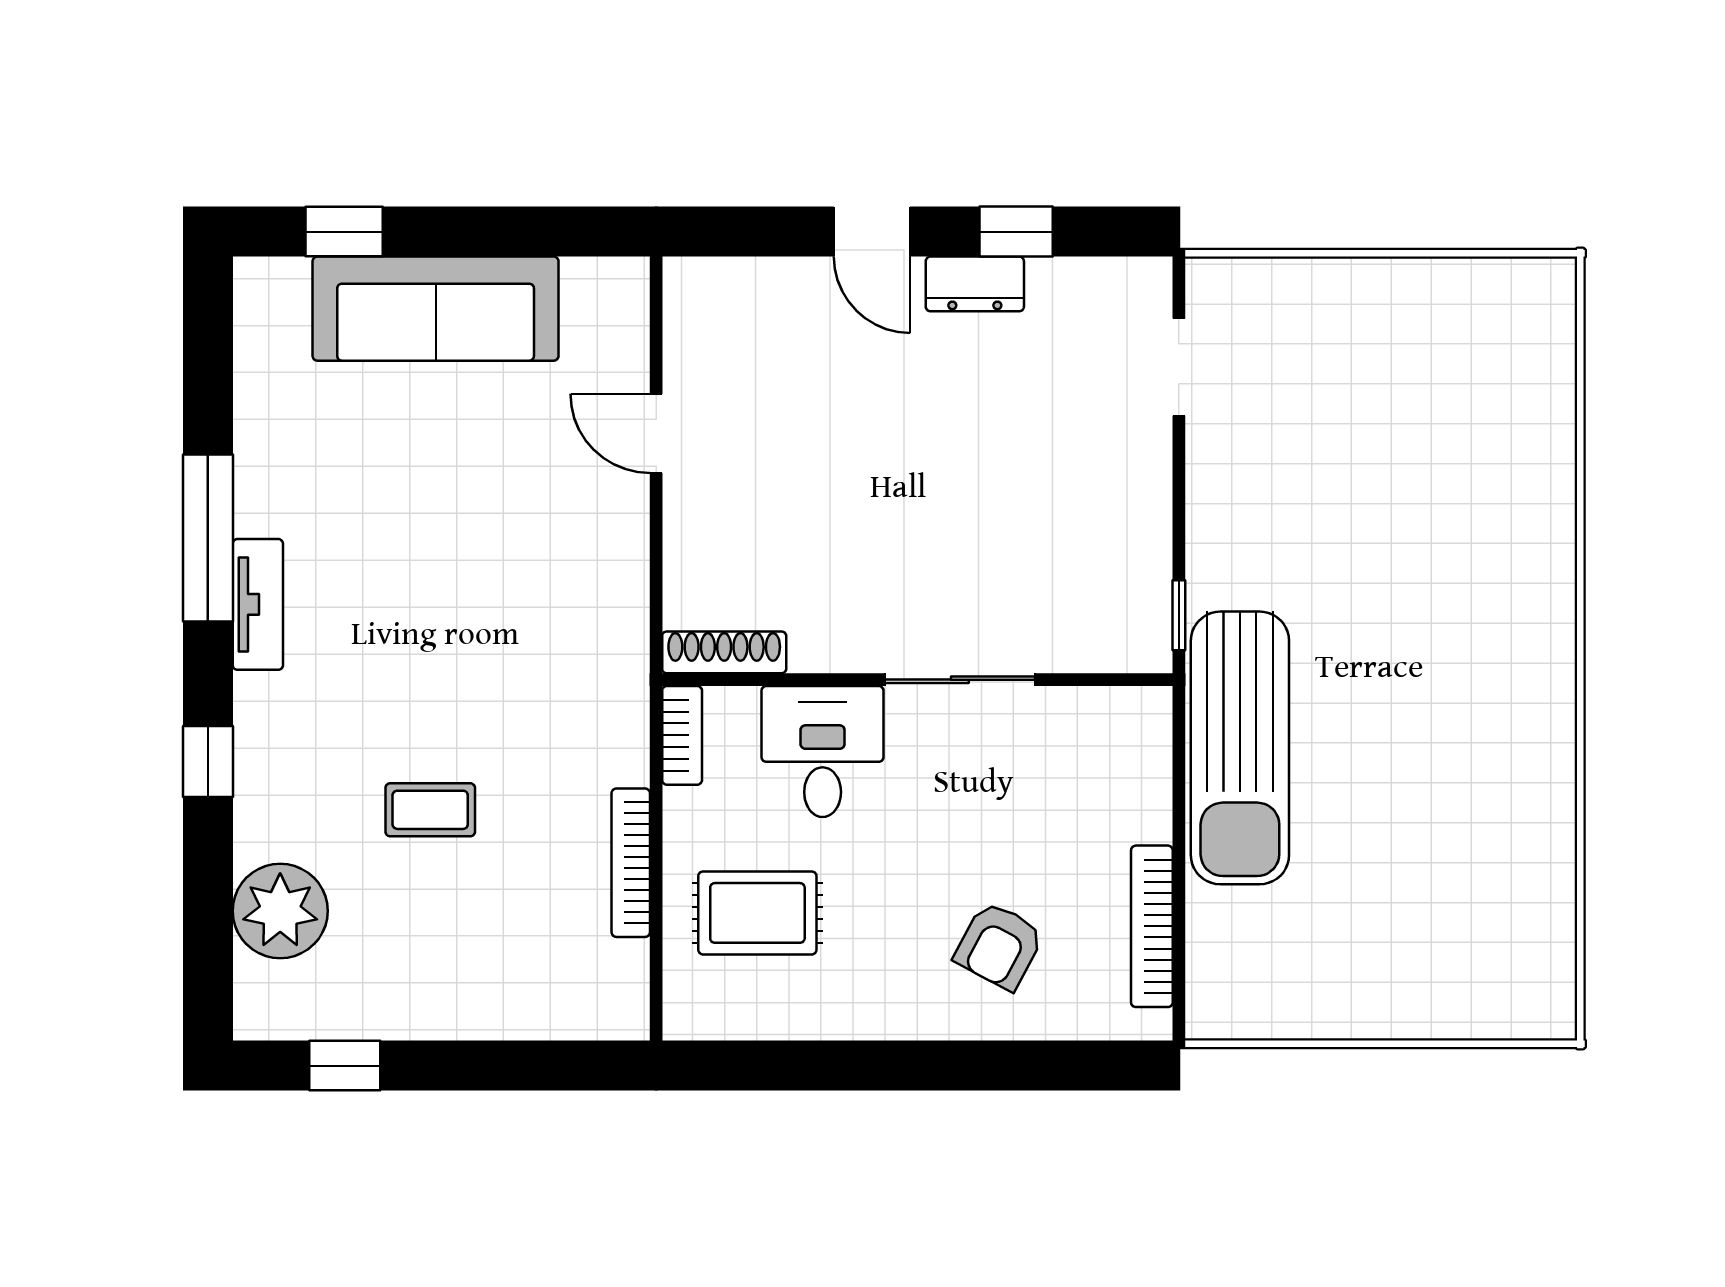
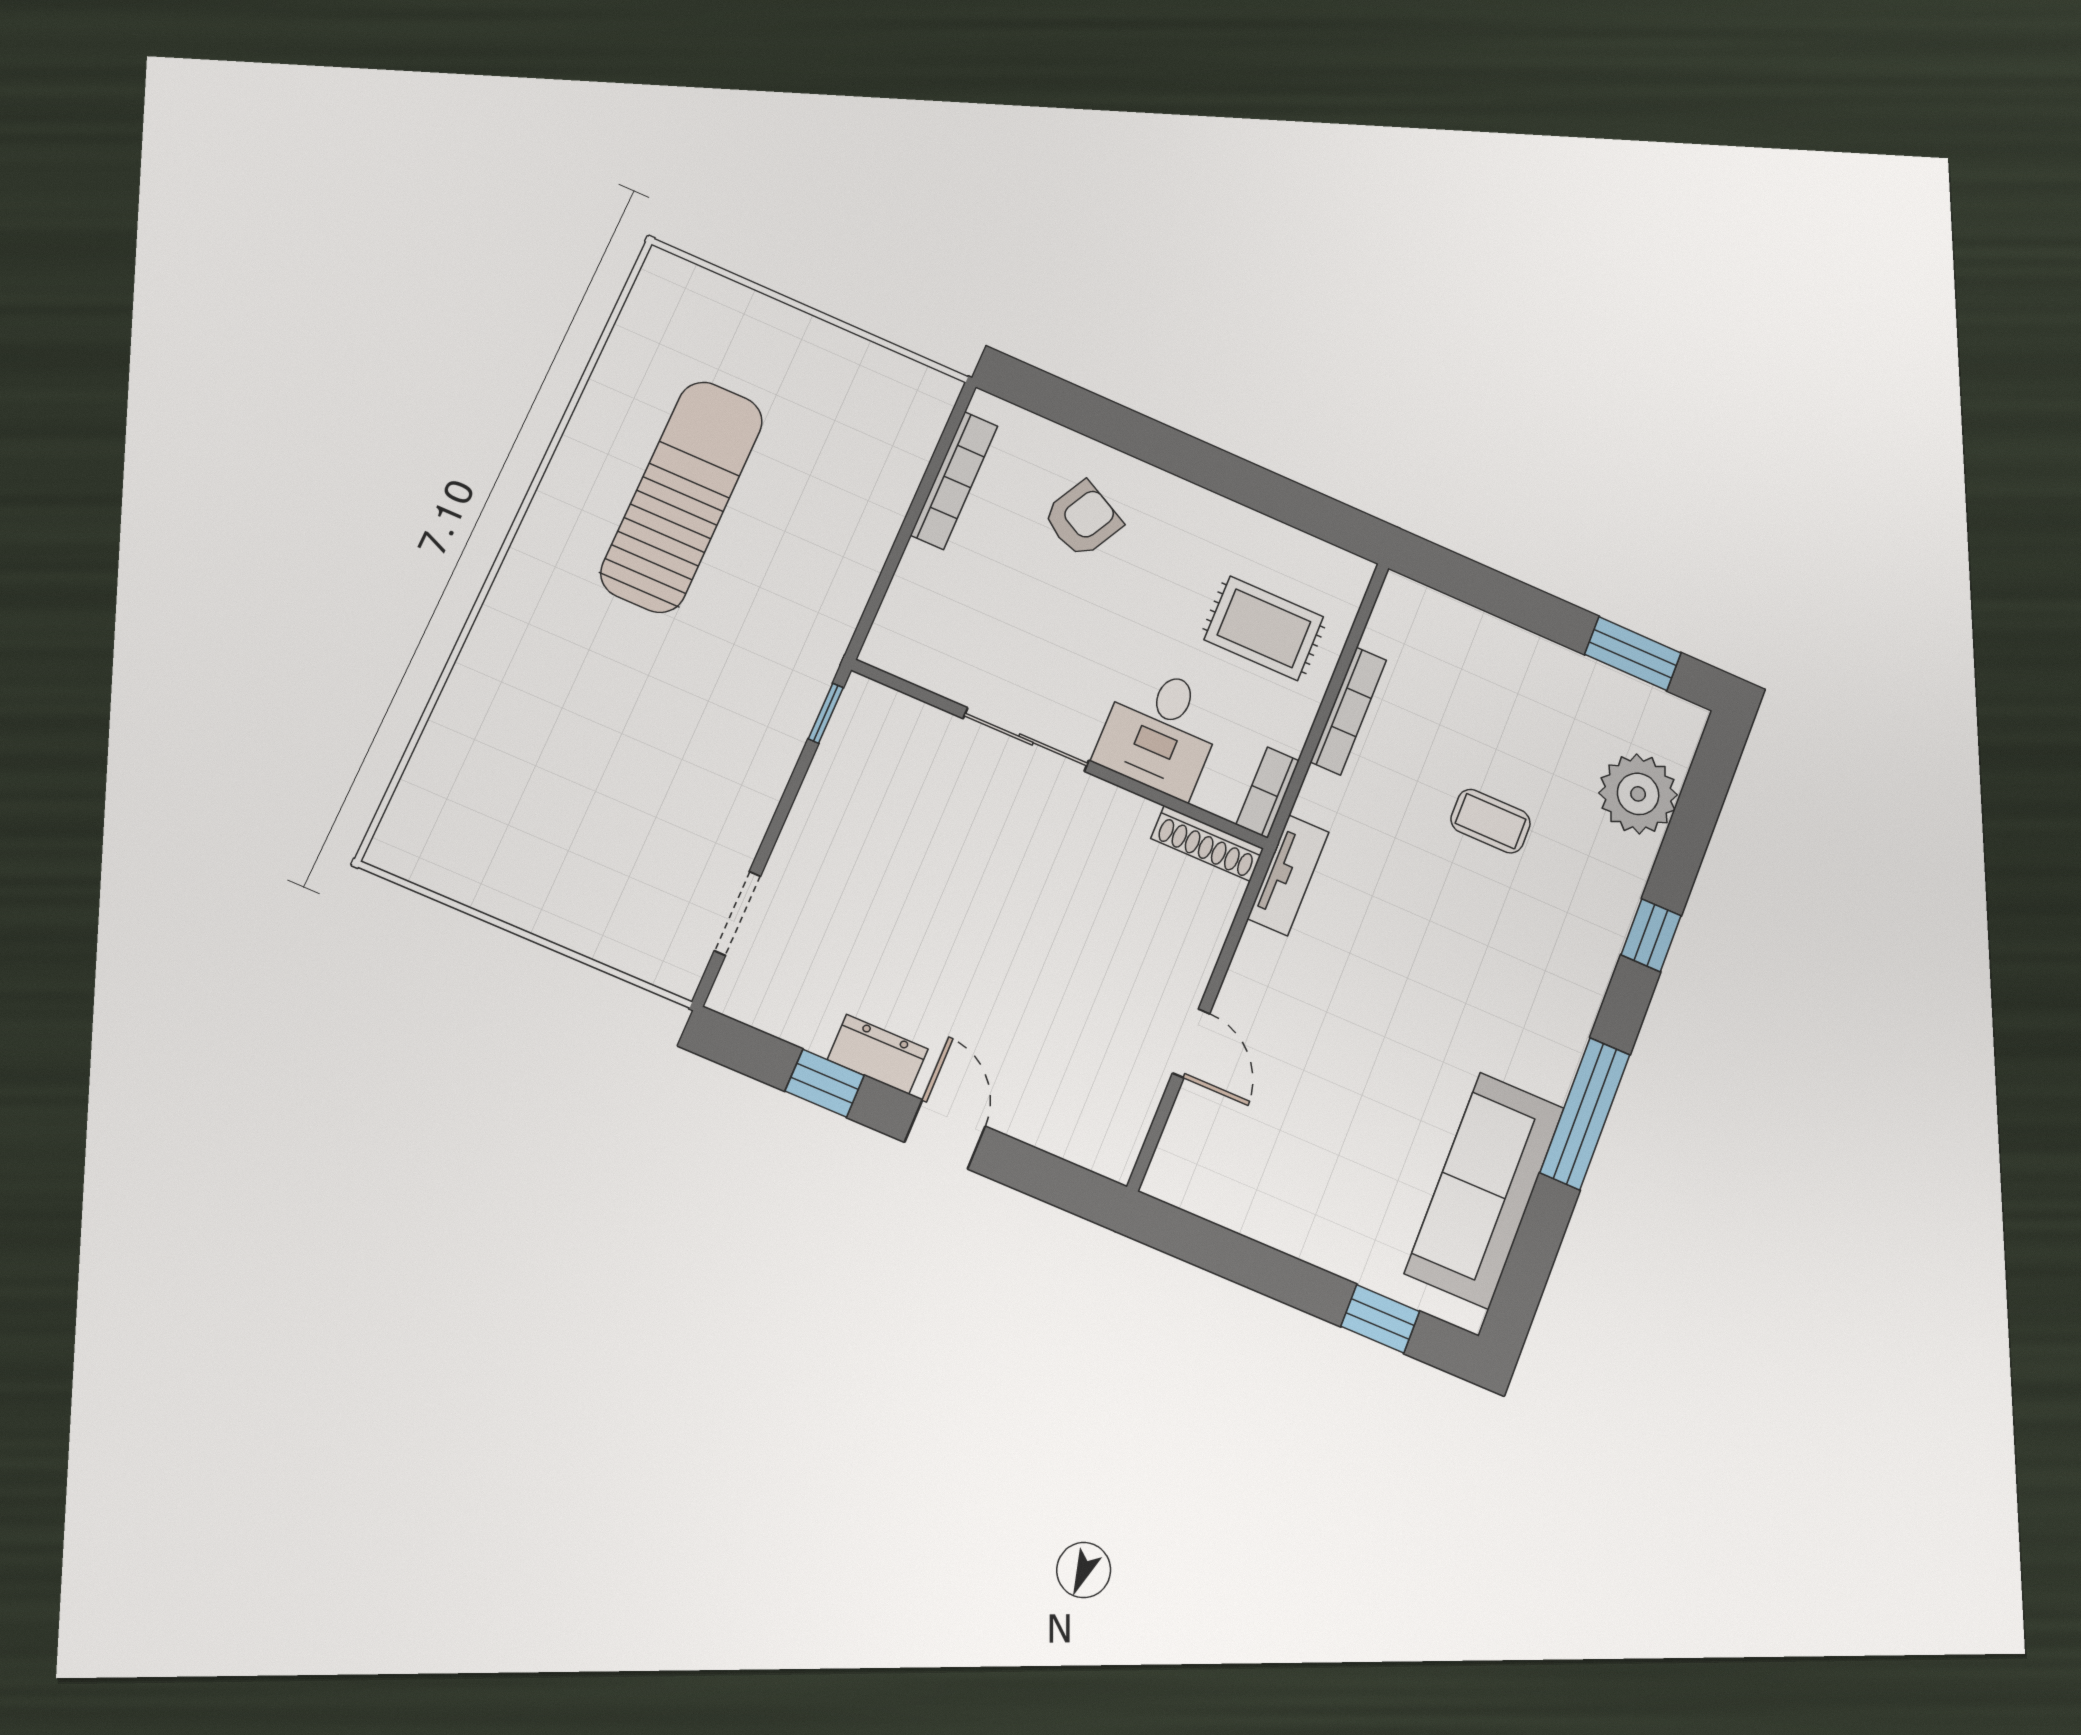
sofa: (436, 309) -> (1485, 1190), moved, turned -90
tv unit: (258, 604) -> (1288, 875), moved, turned 180
sun lounger: (1240, 748) -> (682, 497), moved
window: (345, 1066) -> (1633, 654), width x1.50

